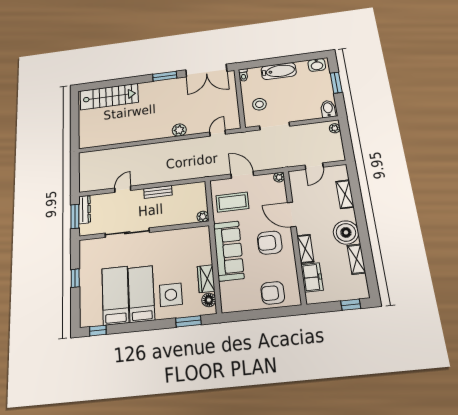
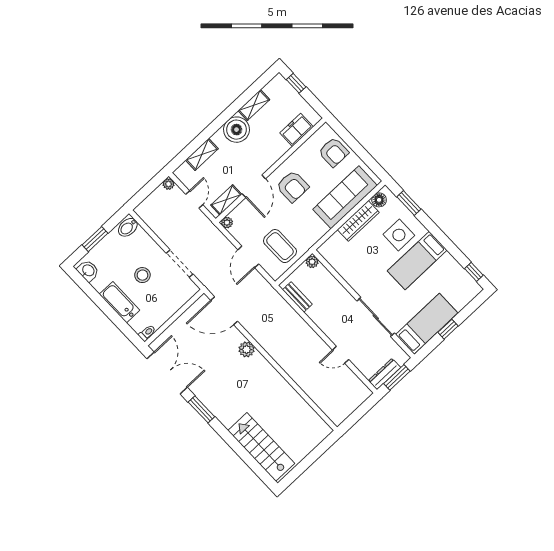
stool: (259, 104) -> (142, 275), moved
plant: (335, 128) -> (169, 184), moved
door: (218, 133) -> (224, 311), width x1.88
door: (314, 166) -> (194, 199), hinge flipped
bench: (158, 192) -> (297, 297), moved
shelving: (305, 249) -> (226, 200), moved
sofa: (229, 251) -> (345, 197), moved
wardrobe: (206, 279) -> (358, 221), width x1.50
bed: (115, 295) -> (427, 324), moved, turned 180

